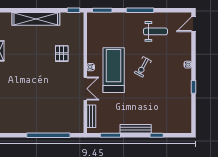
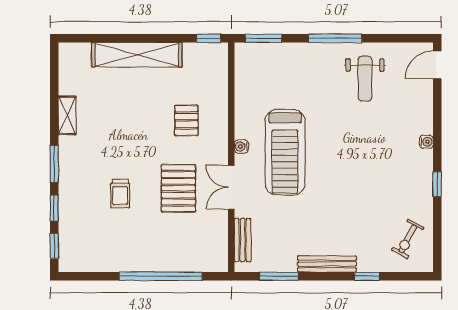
weight bench: (155, 31) -> (365, 79), turned 90
exercise bike: (143, 67) -> (408, 239), moved
treadmill: (114, 70) -> (285, 152), turned 180
pallet: (58, 89) -> (178, 188), added
double door: (85, 89) -> (231, 187), swing flipped
trolley: (27, 92) -> (120, 193), added

